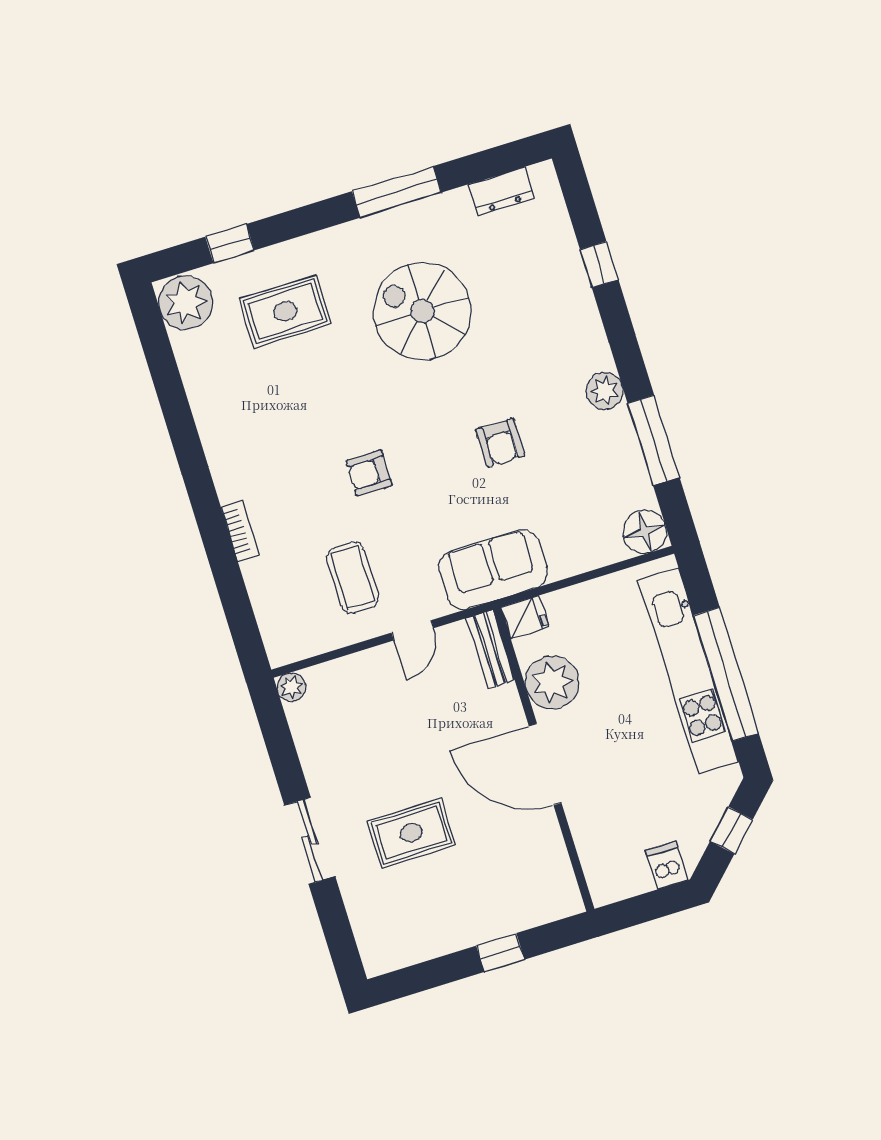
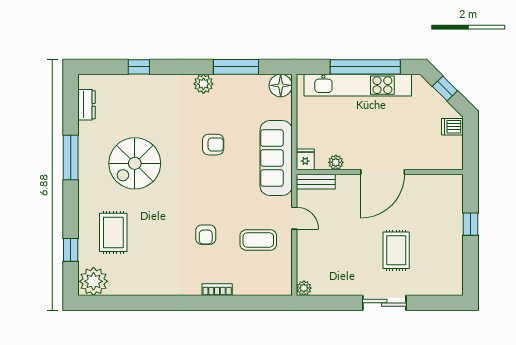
armchair: (369, 473) -> (206, 235), moved
sofa: (493, 569) -> (276, 158), width x1.36
plant: (552, 682) -> (336, 162), width x0.53, depth x0.53

